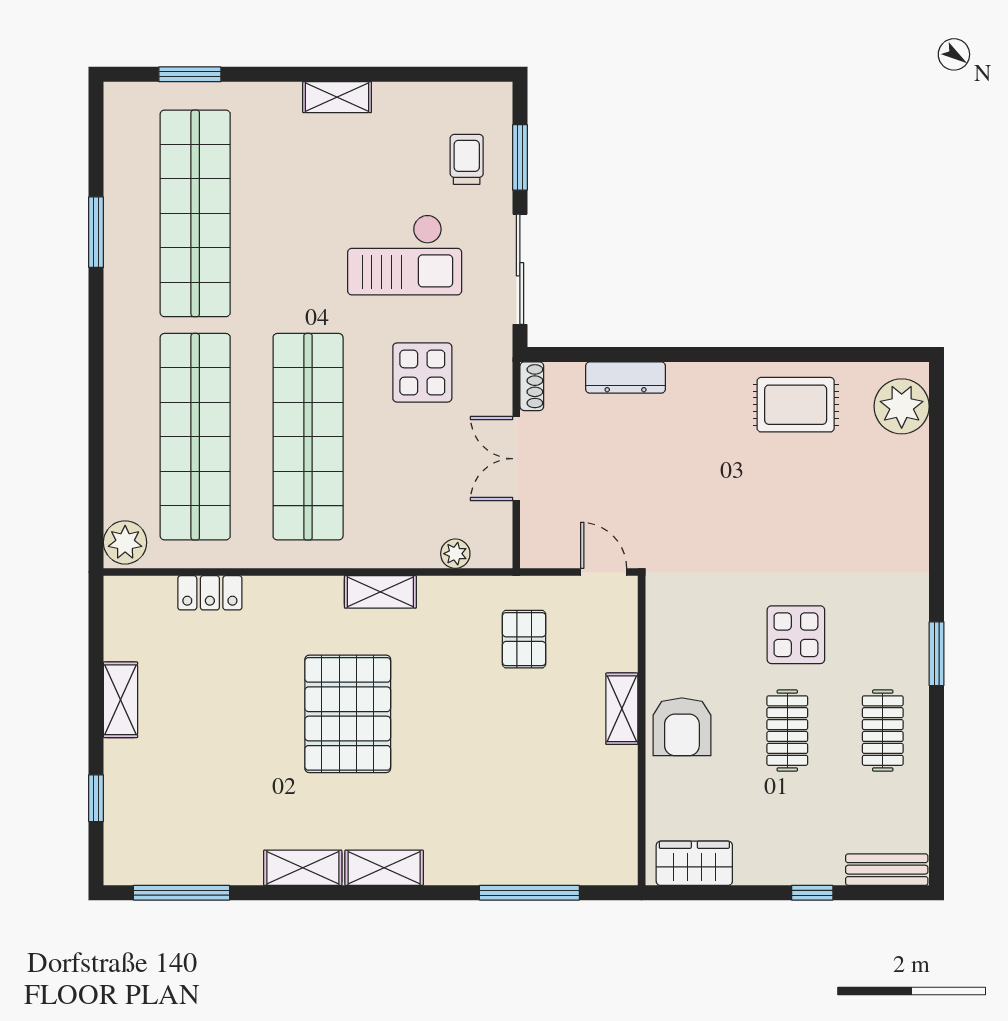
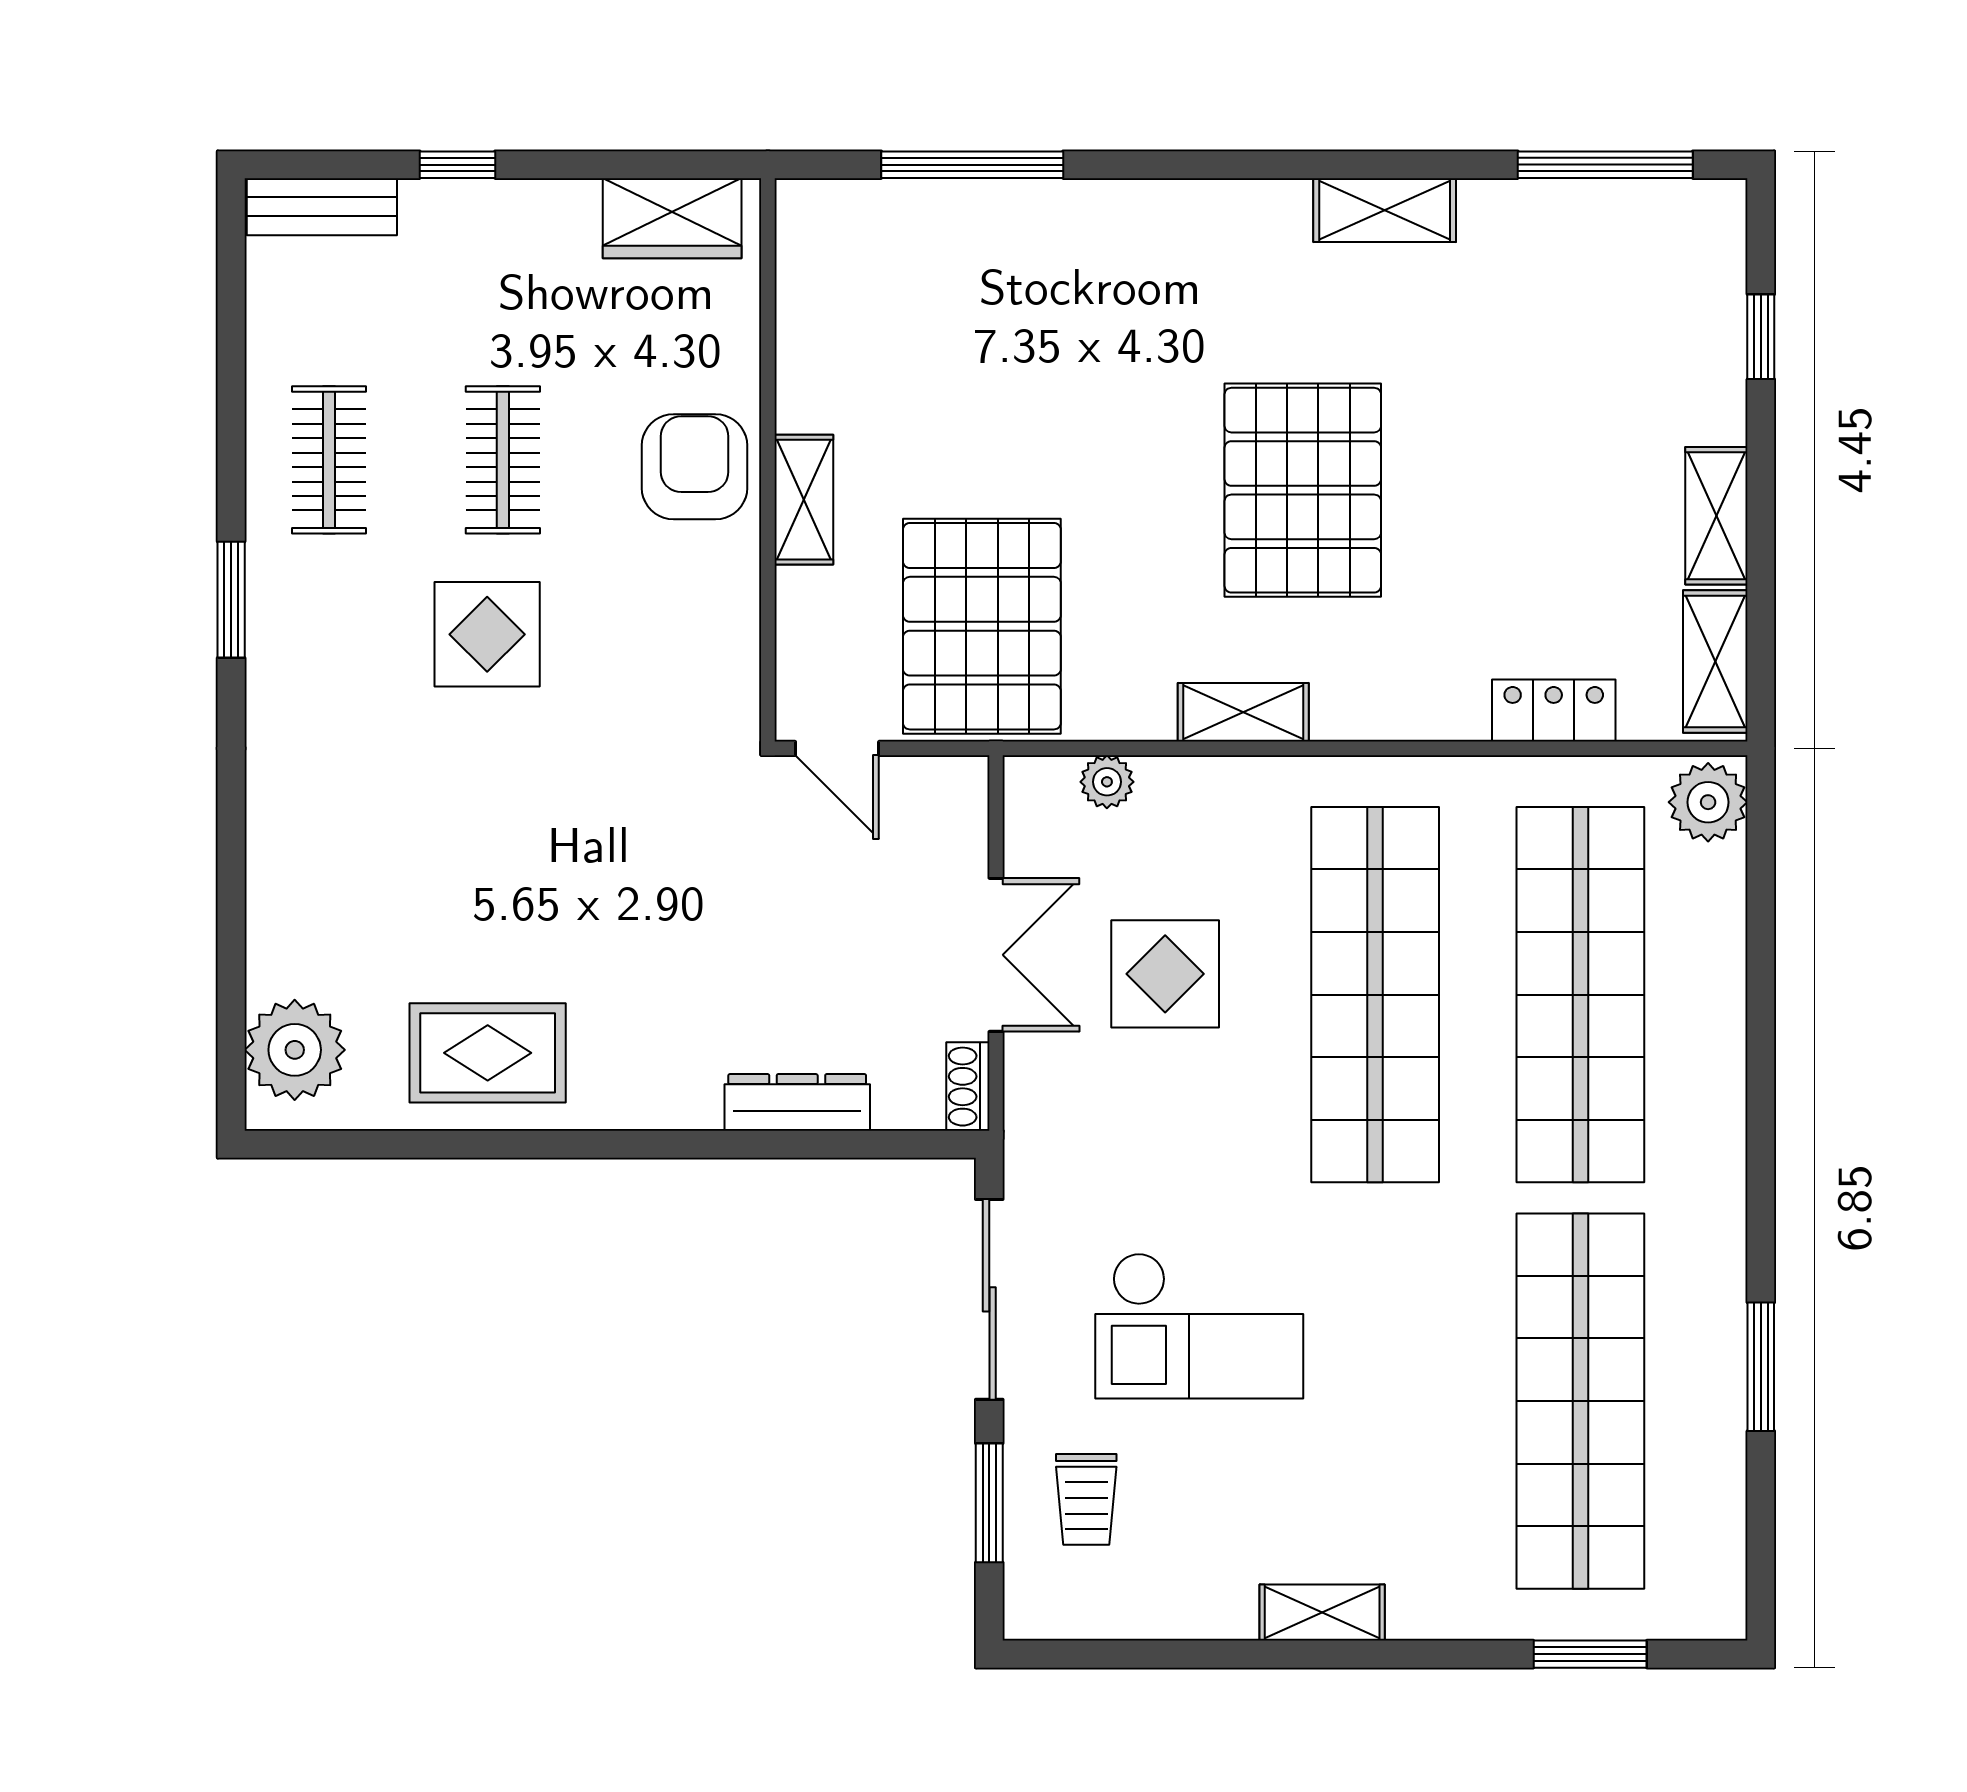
checkout: (405, 255) -> (1199, 1326), turned 180
display table: (422, 372) -> (1165, 974), moved
pallet: (524, 639) -> (982, 626), width x2.05, depth x2.00
shelving: (384, 868) -> (1715, 661), moved, turned 90

